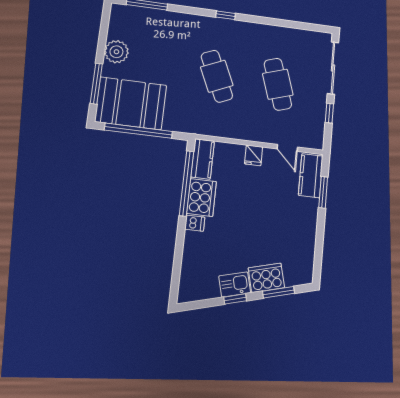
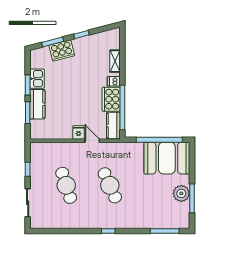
sliding door: (333, 68) -> (28, 203), width x0.73
window: (96, 84) -> (192, 198), moved
door: (287, 148) -> (92, 141), moved
kitchen counter: (311, 176) -> (37, 104), moved
window: (320, 232) -> (28, 85), added
shelving: (190, 253) -> (115, 61), added
kitchen sink: (235, 284) -> (37, 79), moved, turned -76

